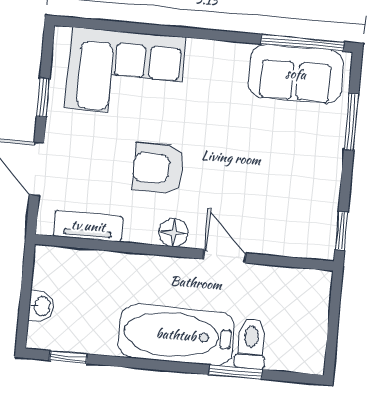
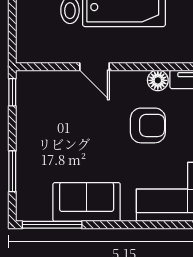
sofa: (296, 74) -> (87, 202), moved
floor lamp: (174, 233) -> (158, 80), moved

